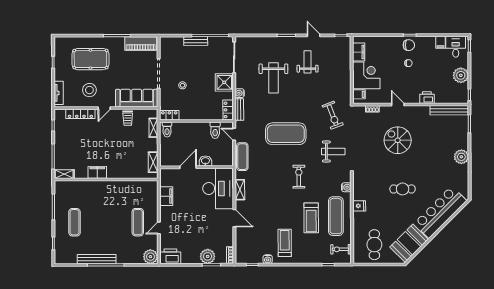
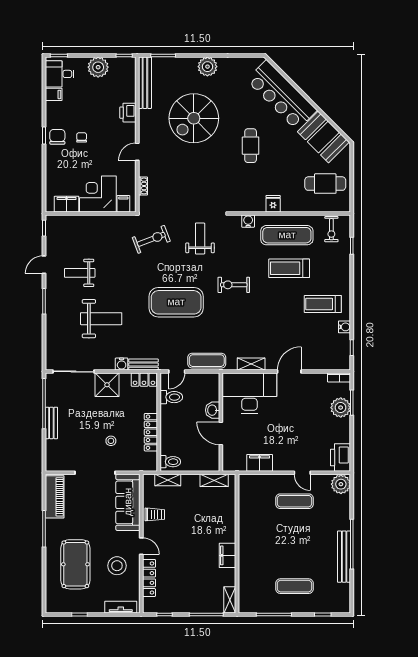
locker: (169, 115) -> (151, 432), moved, width x1.53
exercise mat: (286, 134) -> (176, 302), turned 90
spiral stairs: (398, 140) -> (194, 118), moved, width x1.37, depth x1.37
treadmill: (311, 218) -> (289, 268), turned 180

